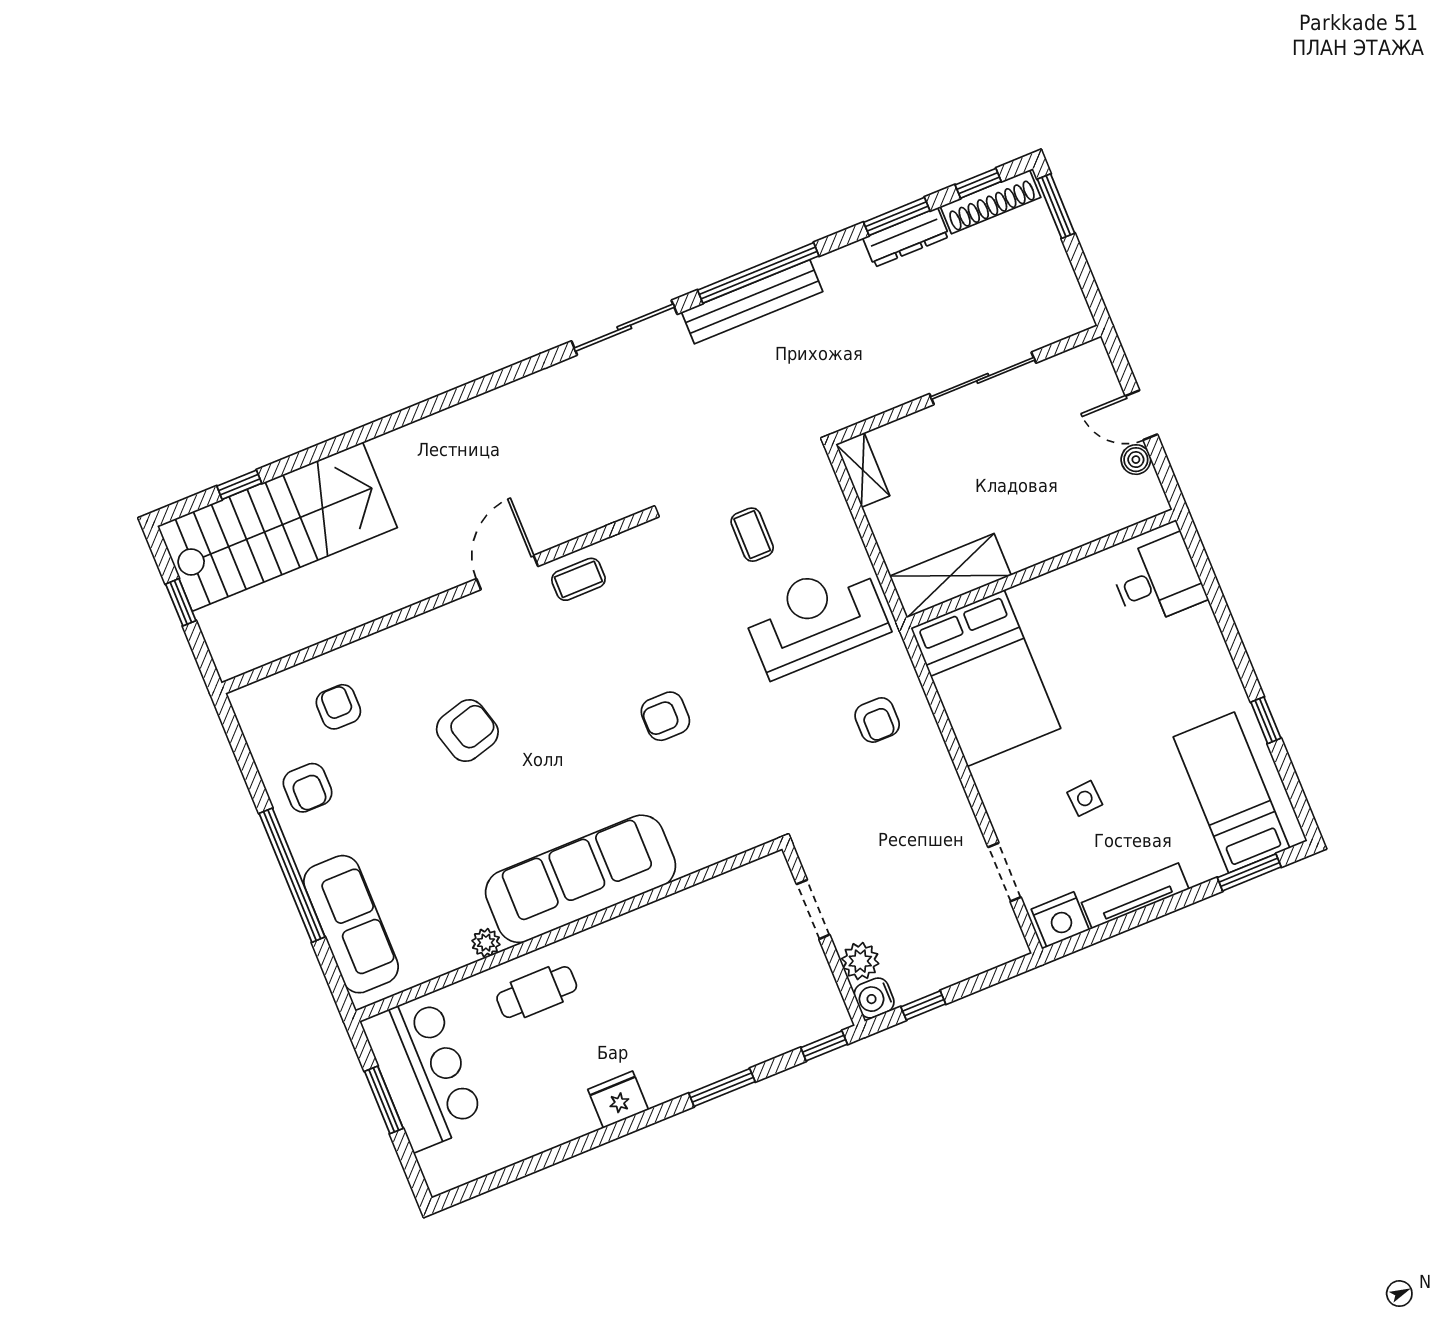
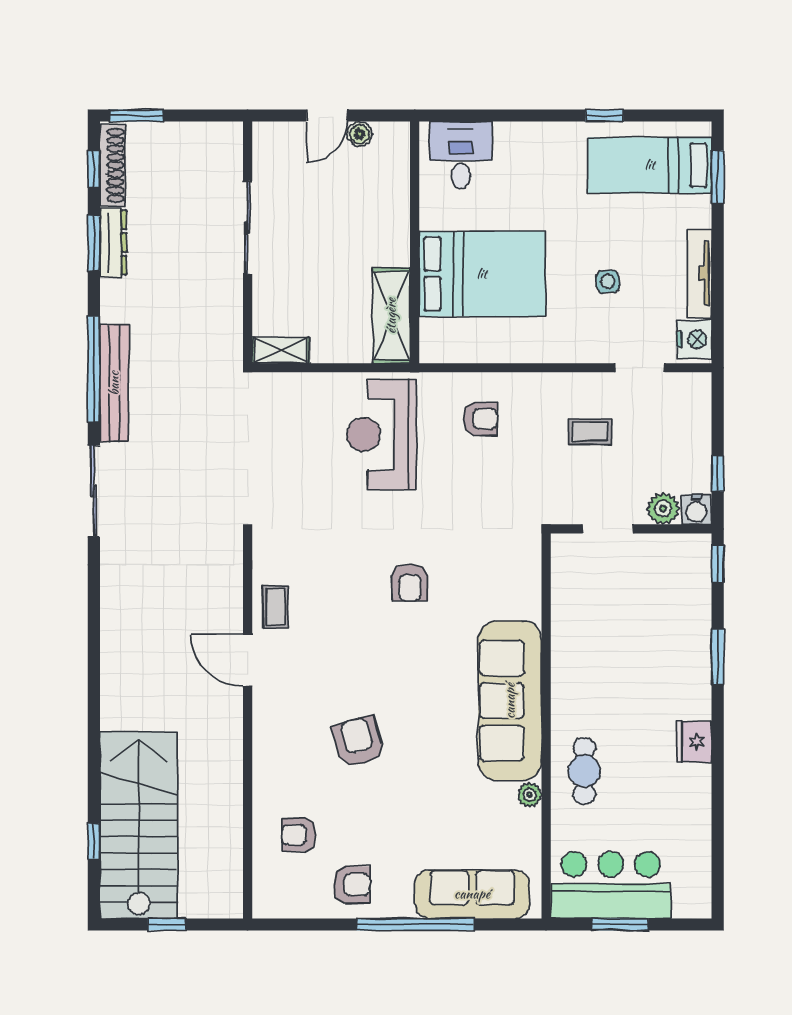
coffee table: (752, 535) -> (590, 432), moved
bed: (986, 678) -> (482, 274), moved

